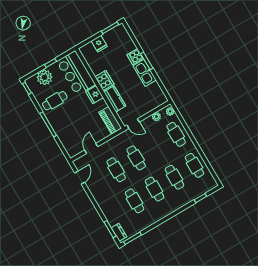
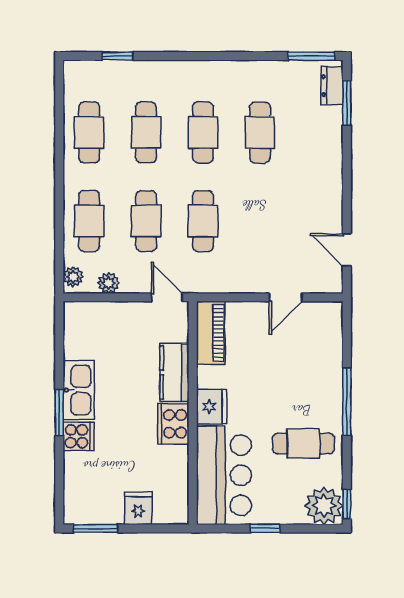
plant: (45, 77) -> (324, 506), moved
cafe table: (116, 170) -> (146, 221), moved
door: (80, 178) -> (347, 250), hinge flipped

